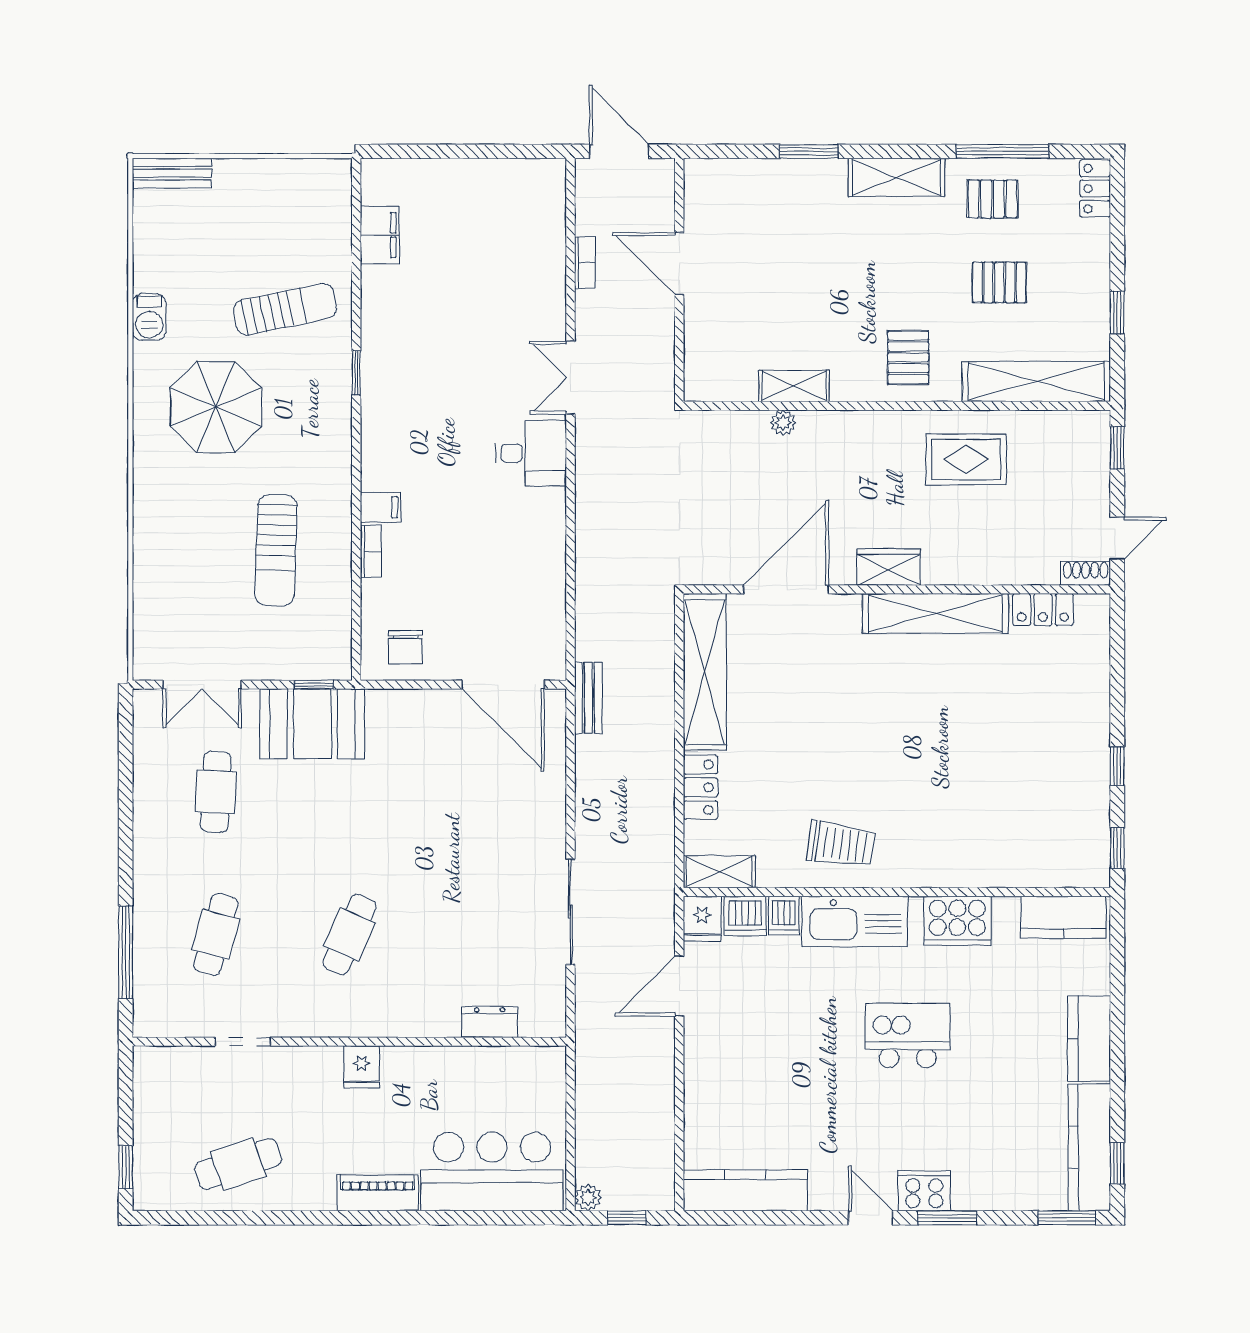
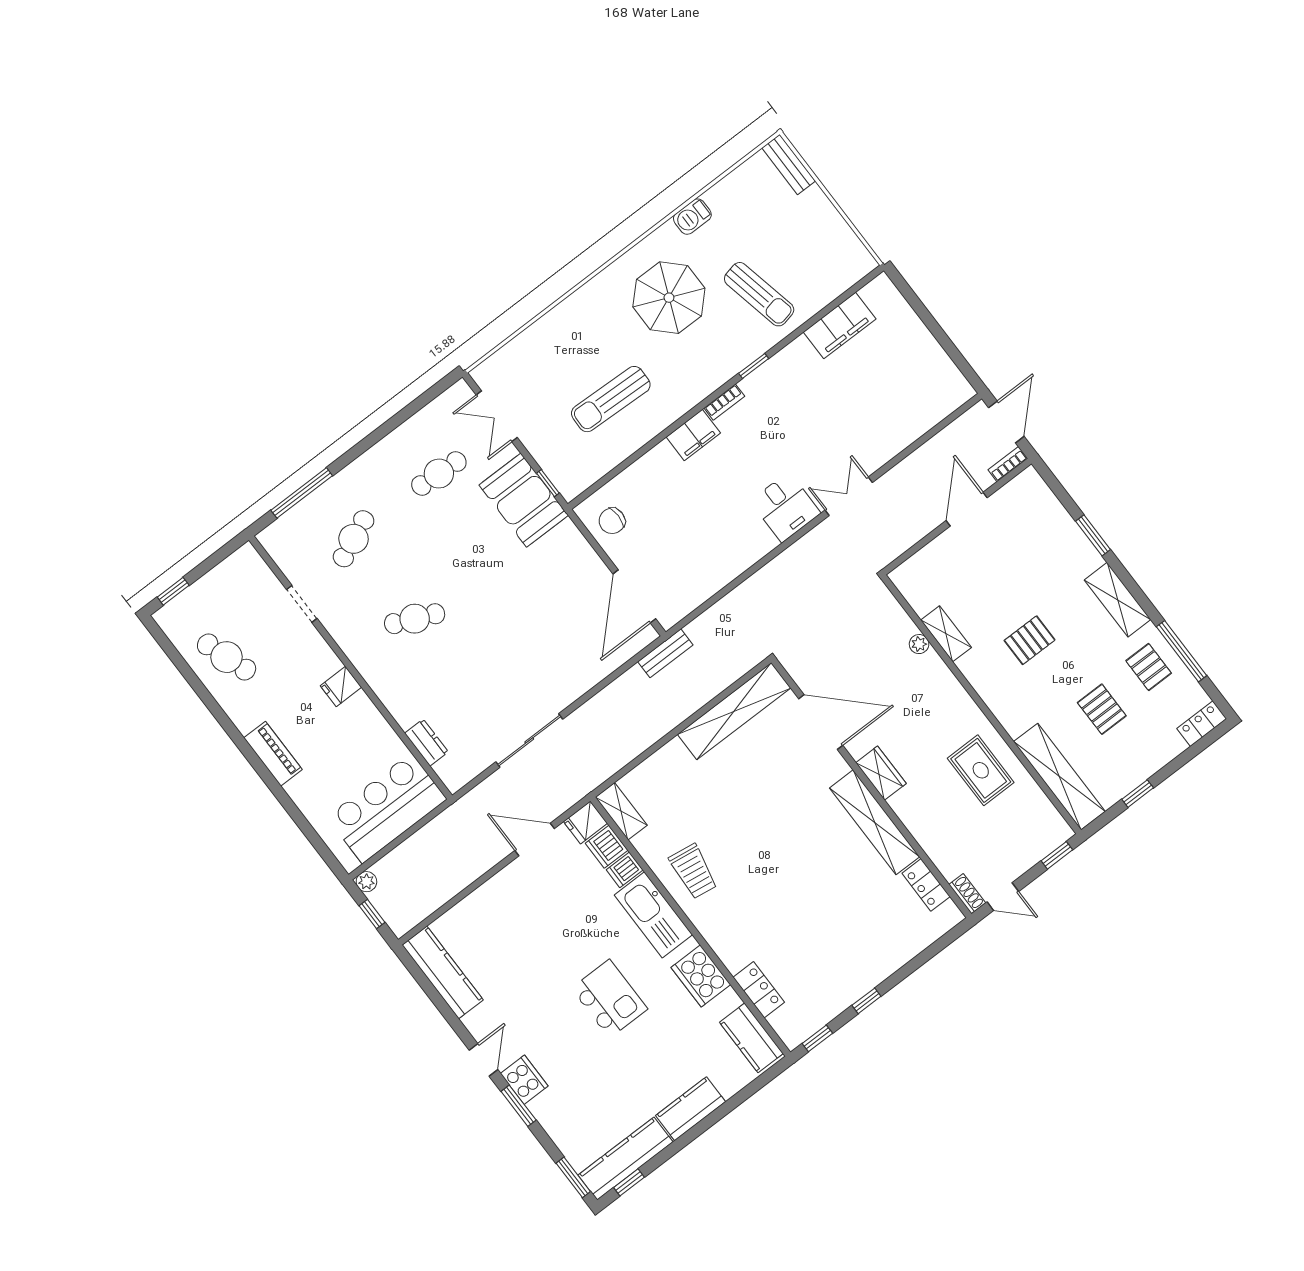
filing cabinet: (380, 235) -> (840, 325), width x1.50, depth x1.17
bookcase: (585, 263) -> (1008, 464), moved, turned 180
pallet: (908, 357) -> (1030, 640), moved
filing cabinet: (380, 507) -> (693, 435), width x2.00
bookcase: (371, 551) -> (724, 402), moved
locker: (701, 787) -> (759, 990), moved, turned -90
cafe table: (216, 934) -> (354, 539), turned -39
bar counter: (492, 1172) -> (387, 808), moved, turned -90

